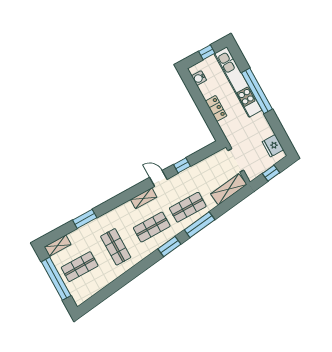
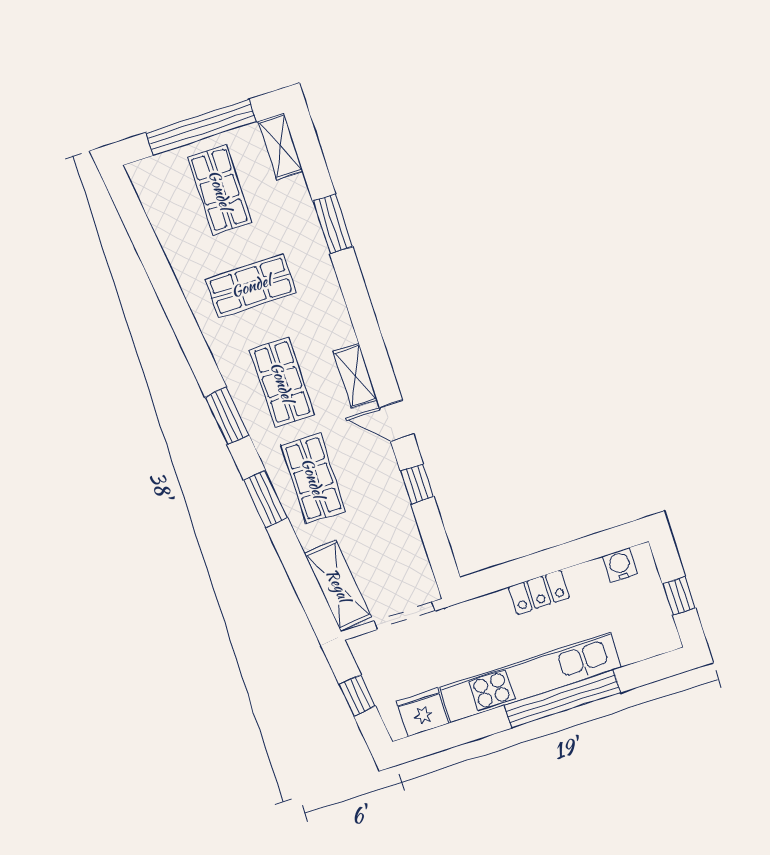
kitchen unit: (238, 82) -> (531, 677), moved
door: (158, 178) -> (397, 421), swing flipped
window: (200, 225) -> (266, 499), width x0.69

